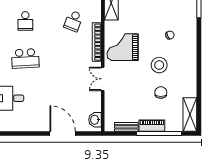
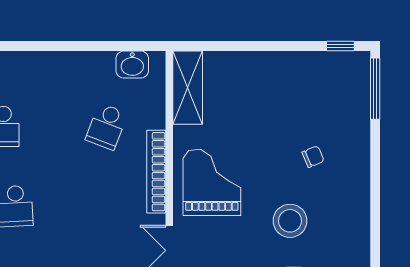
grand piano: (123, 47) -> (212, 182), turned 90

